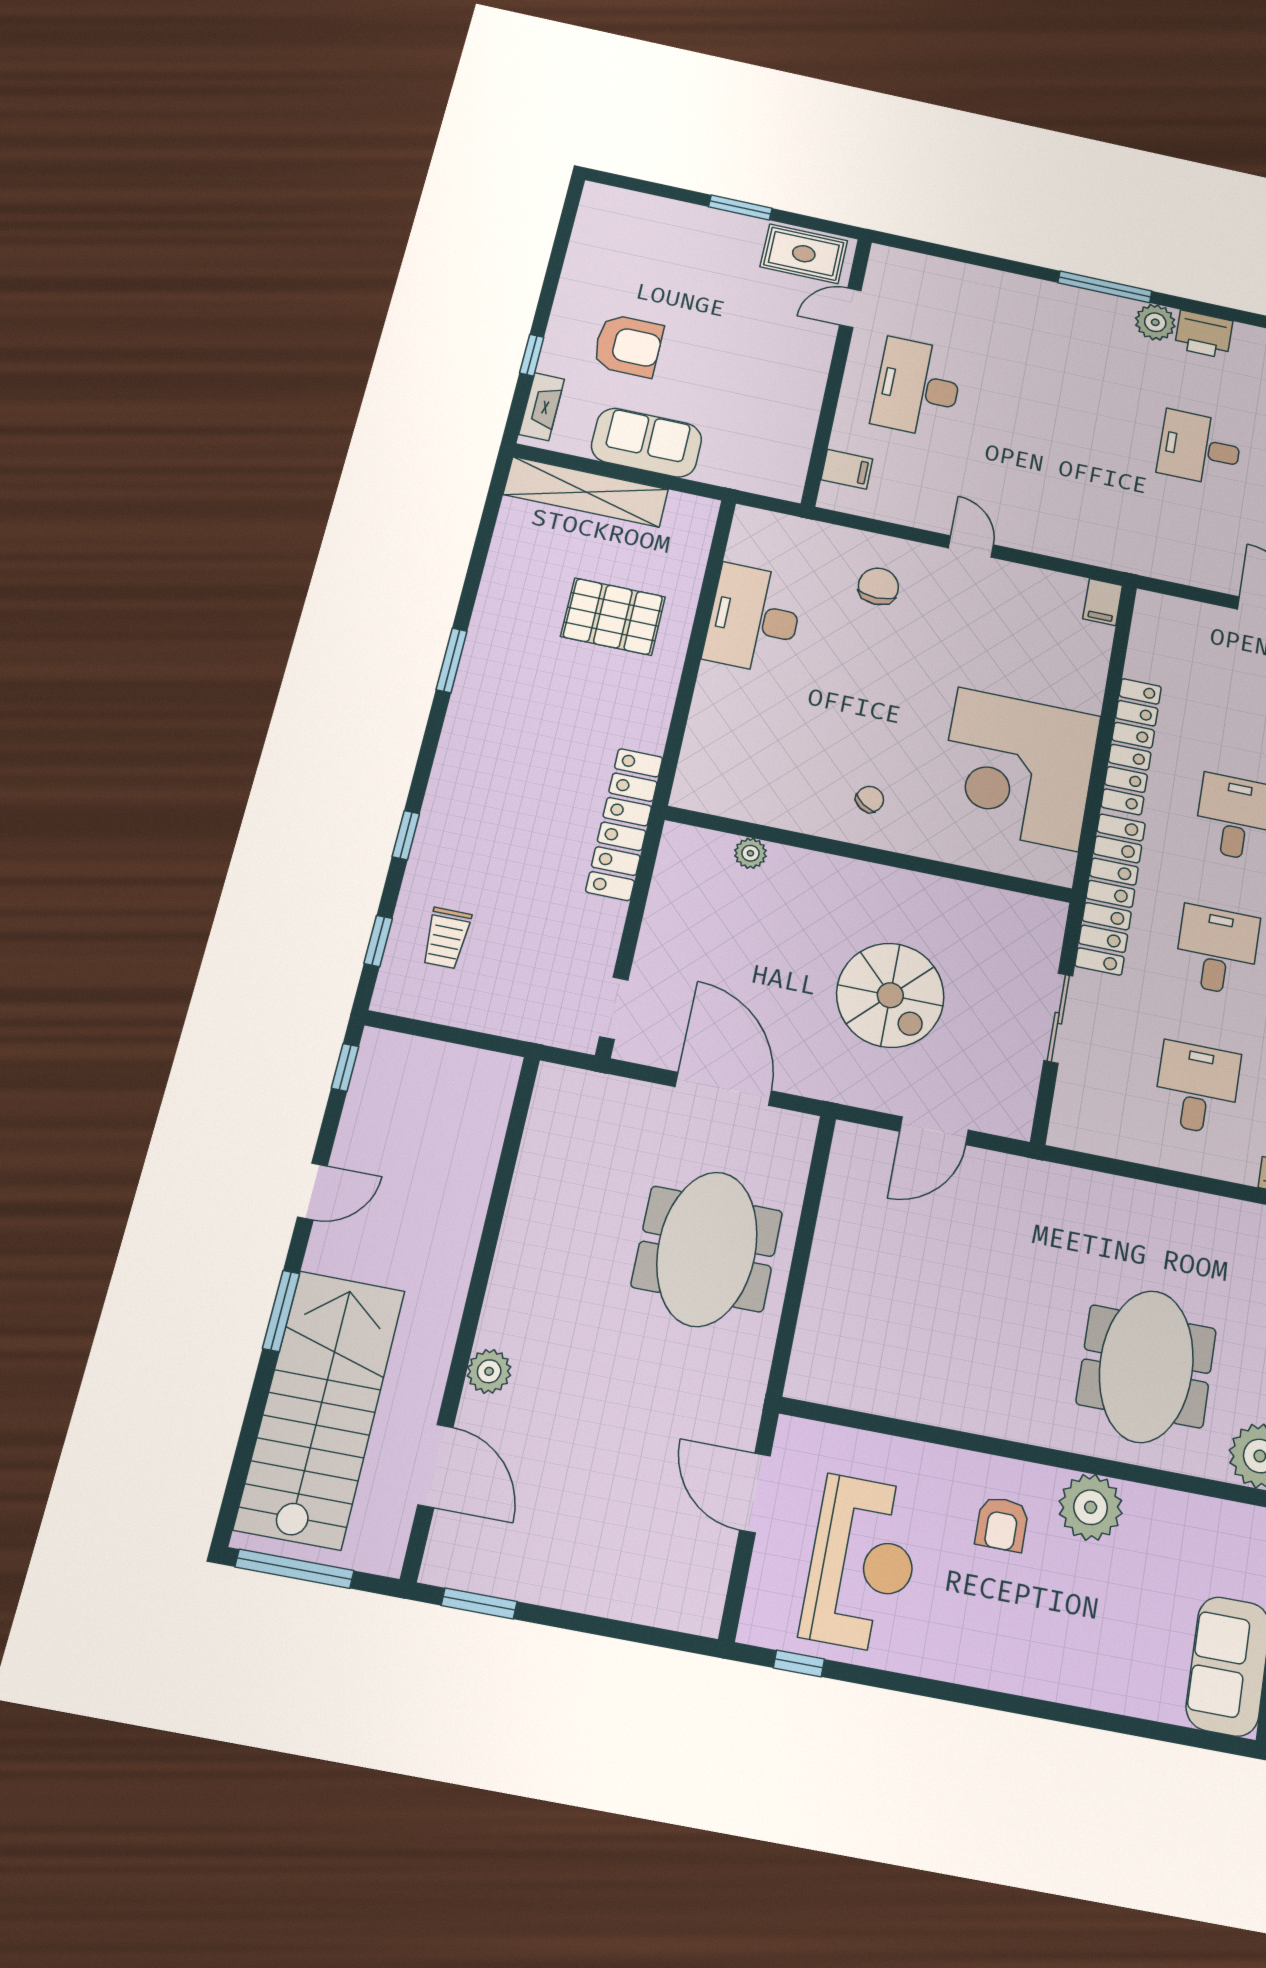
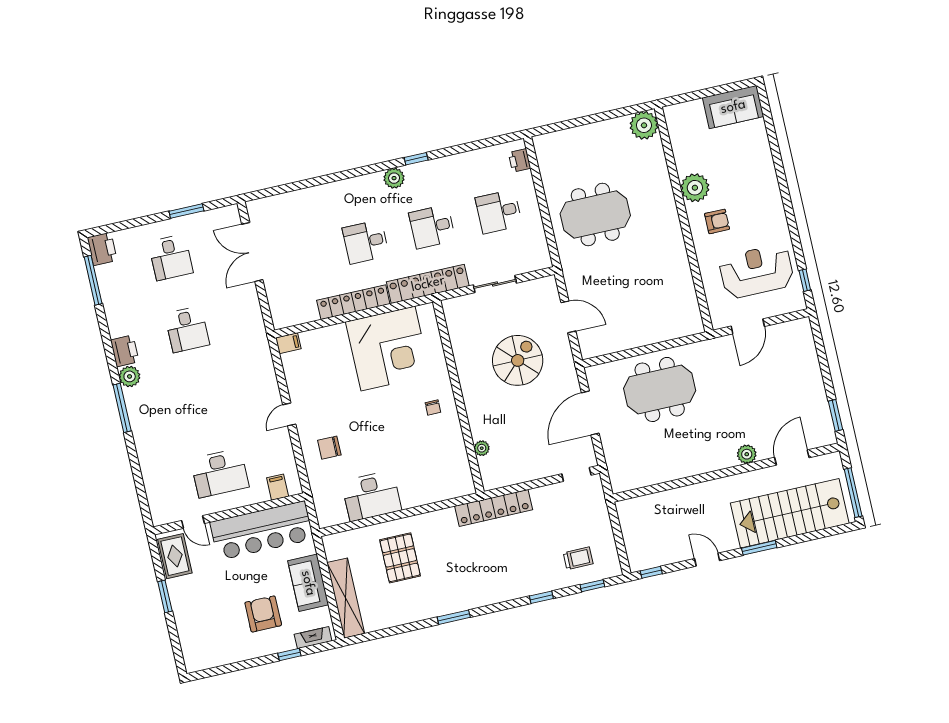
bar counter: (780, 409) -> (262, 531), added
chair: (870, 799) -> (433, 408), turned -125
meeting table: (1146, 1366) -> (595, 215), moved

